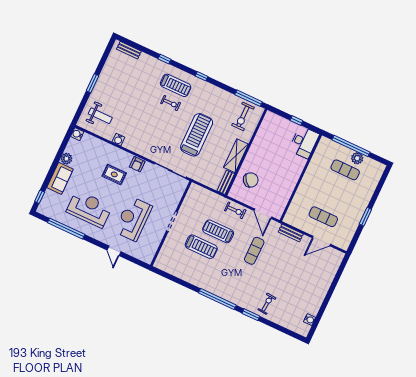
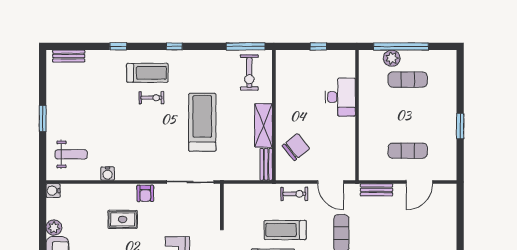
desk: (304, 142) -> (340, 97), moved
plant: (357, 158) -> (392, 58), moved

